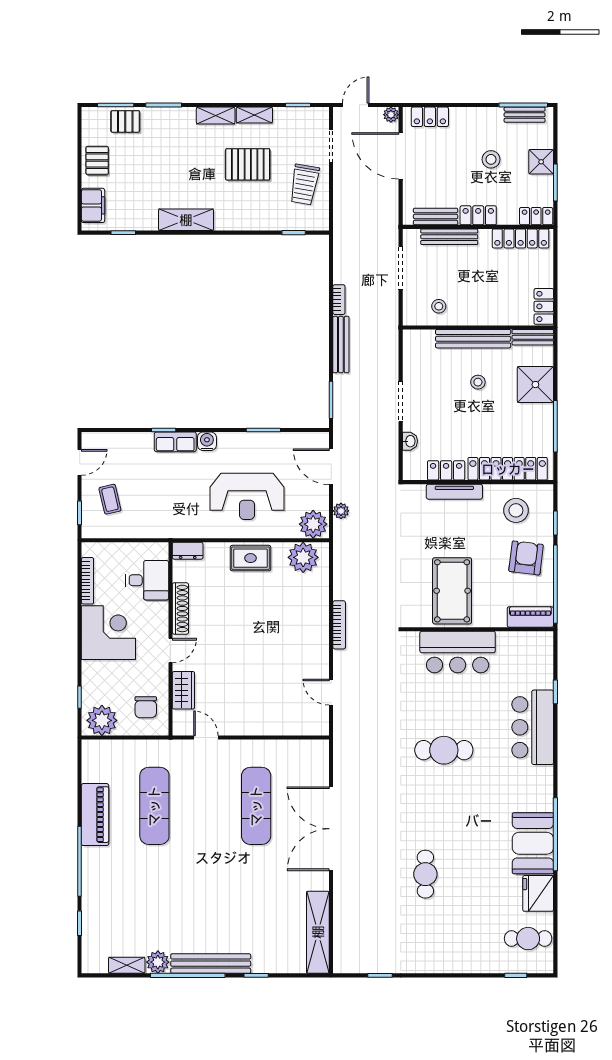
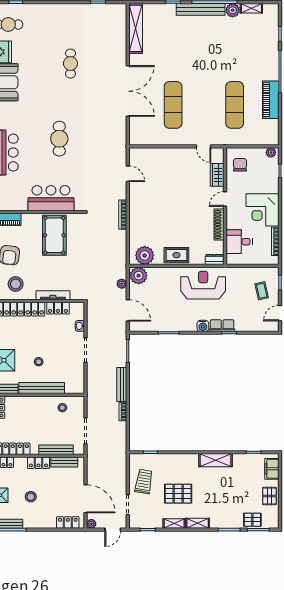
reception desk: (247, 496) -> (203, 285), moved
plant: (102, 720) -> (271, 152), width x0.53, depth x0.53
cafe table: (444, 750) -> (59, 139), turned 90

